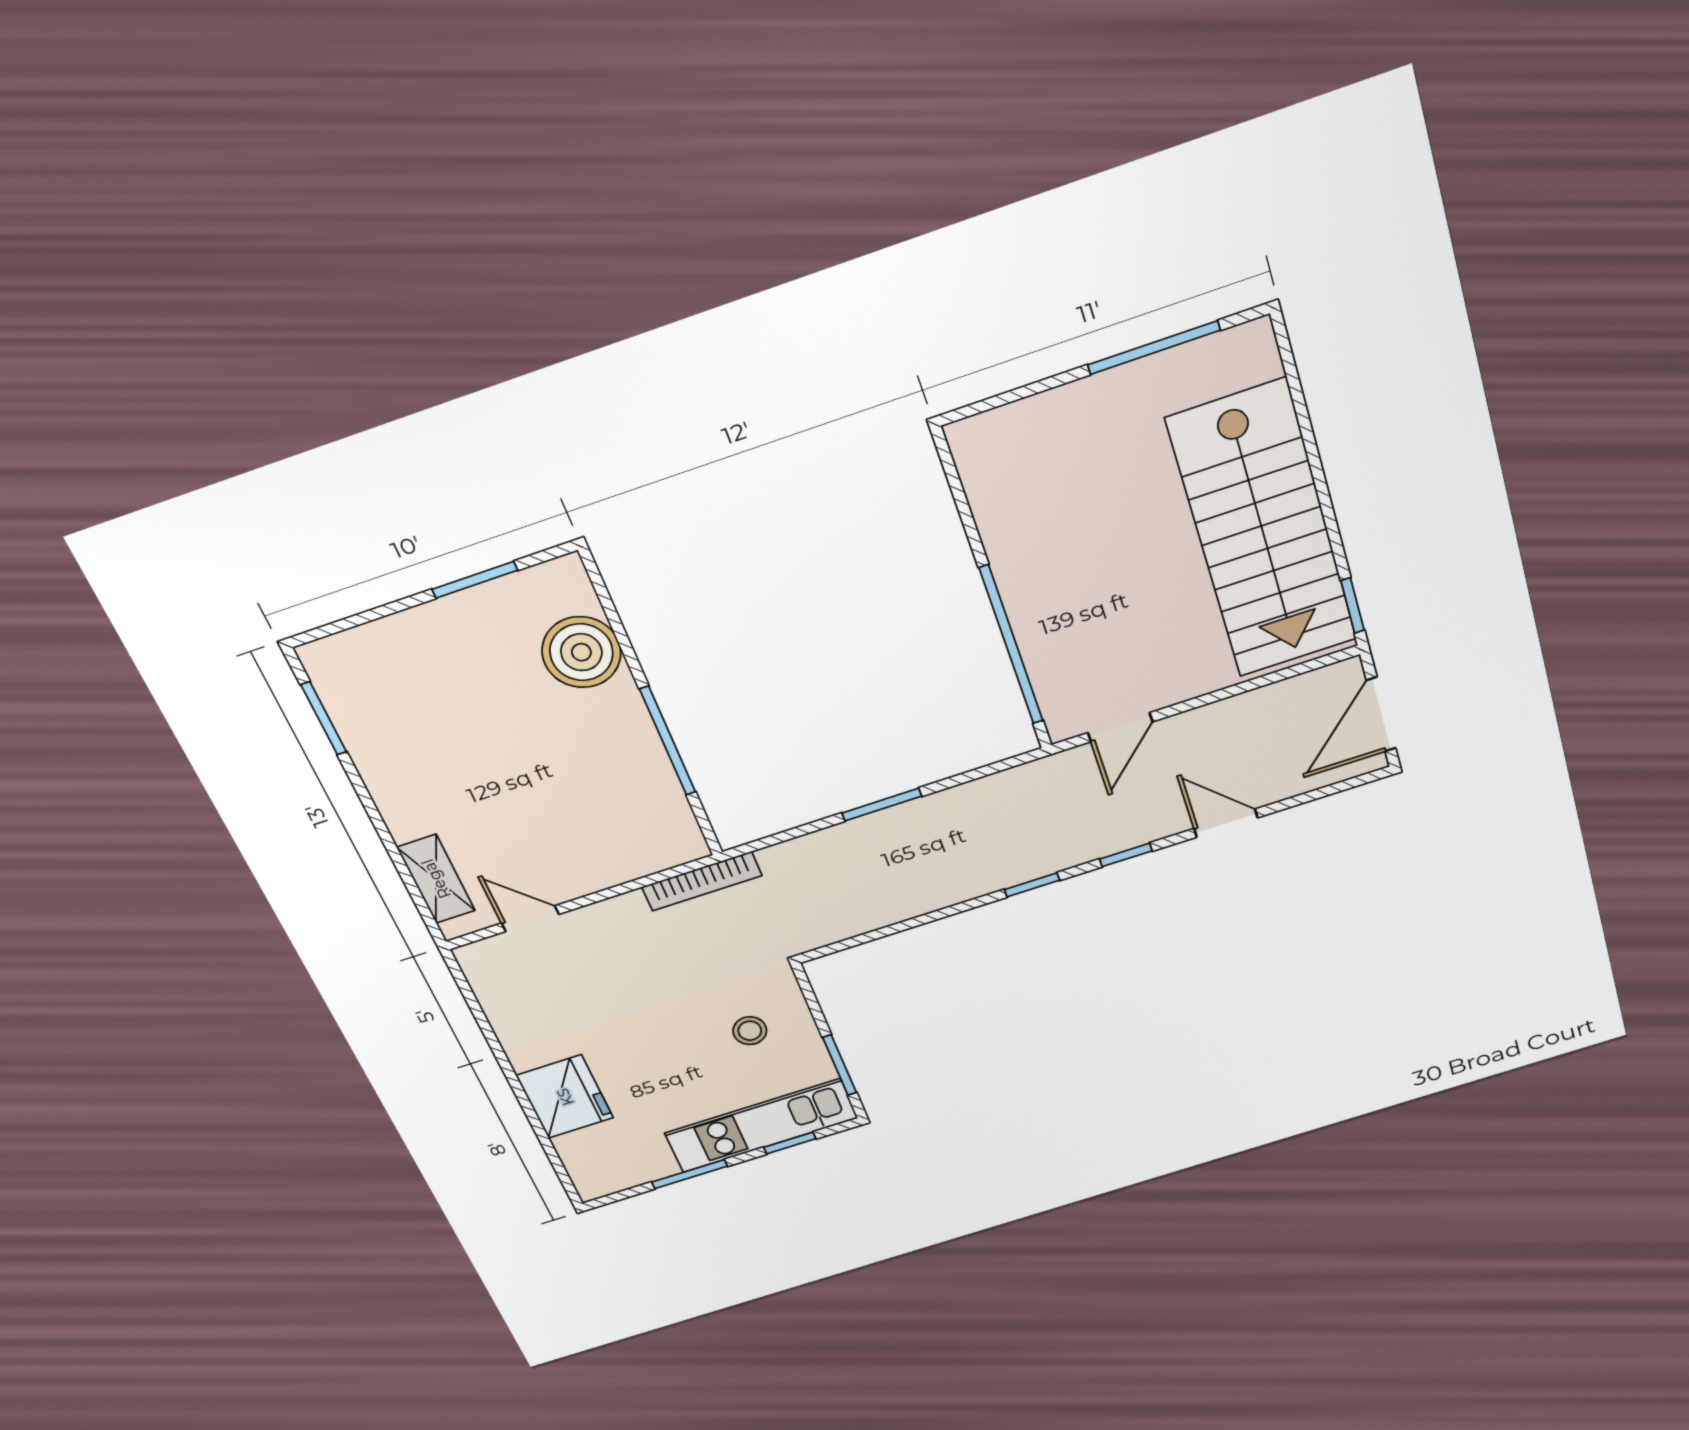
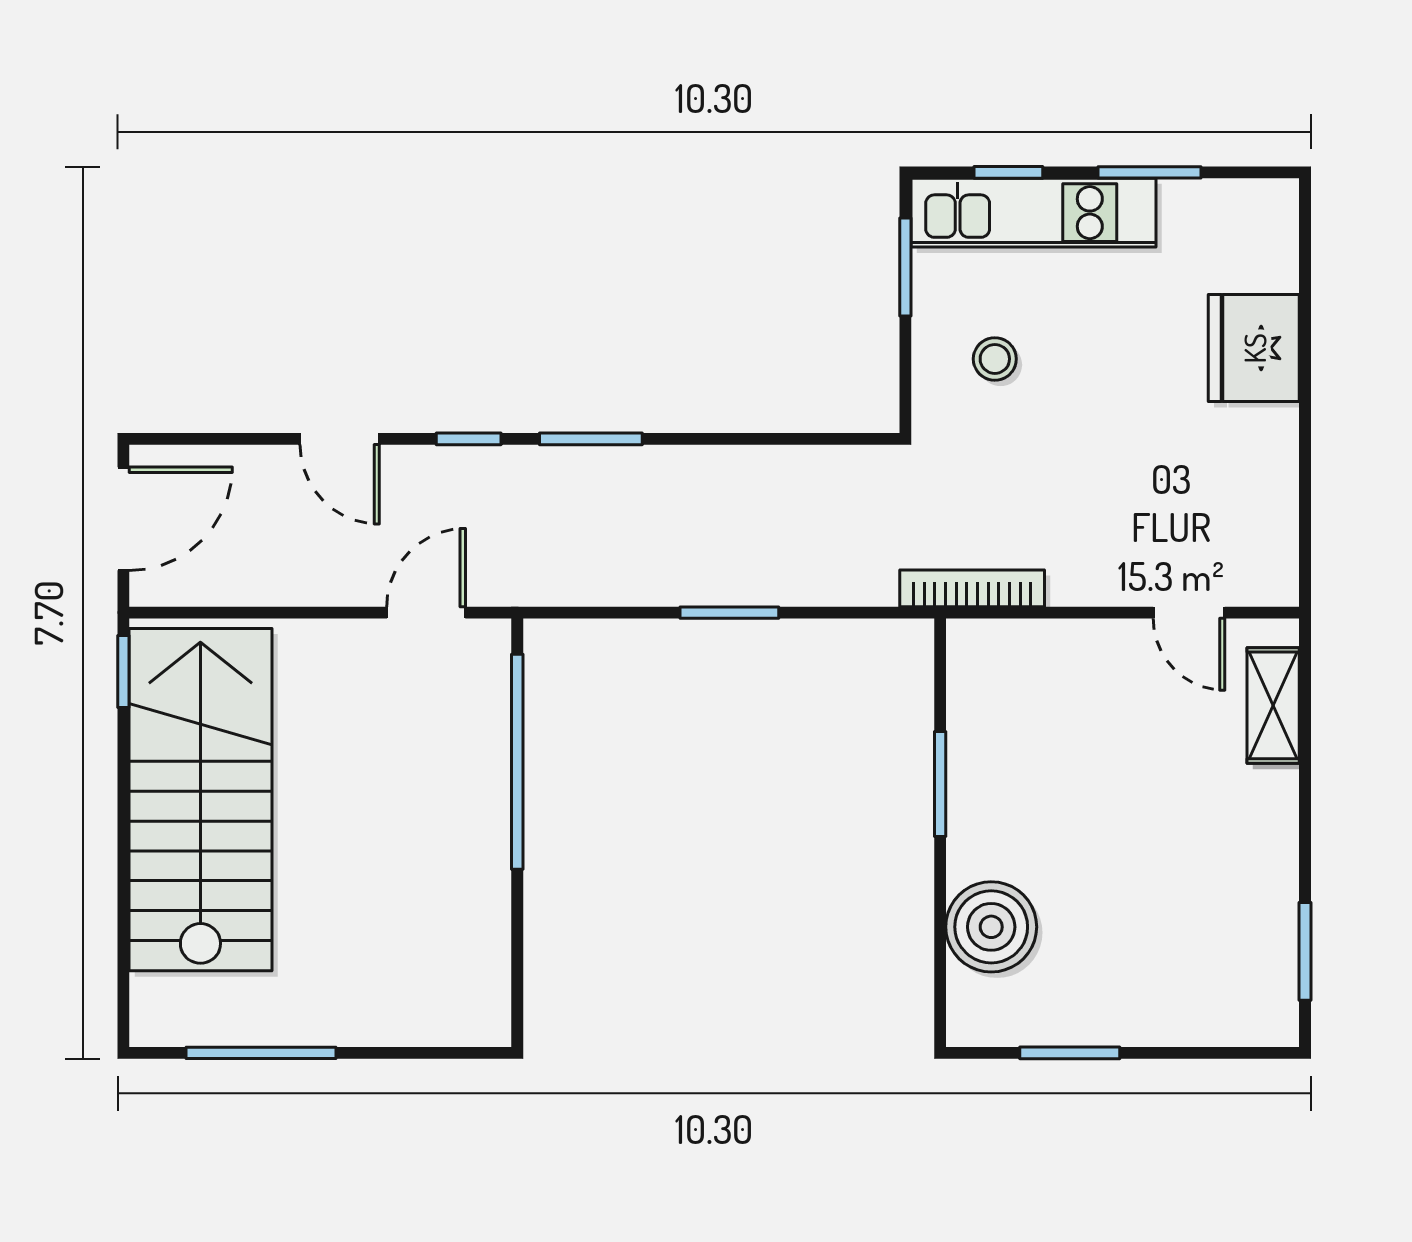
window: (668, 741) -> (940, 784), width x0.69
window: (1032, 885) -> (591, 439), width x1.50

